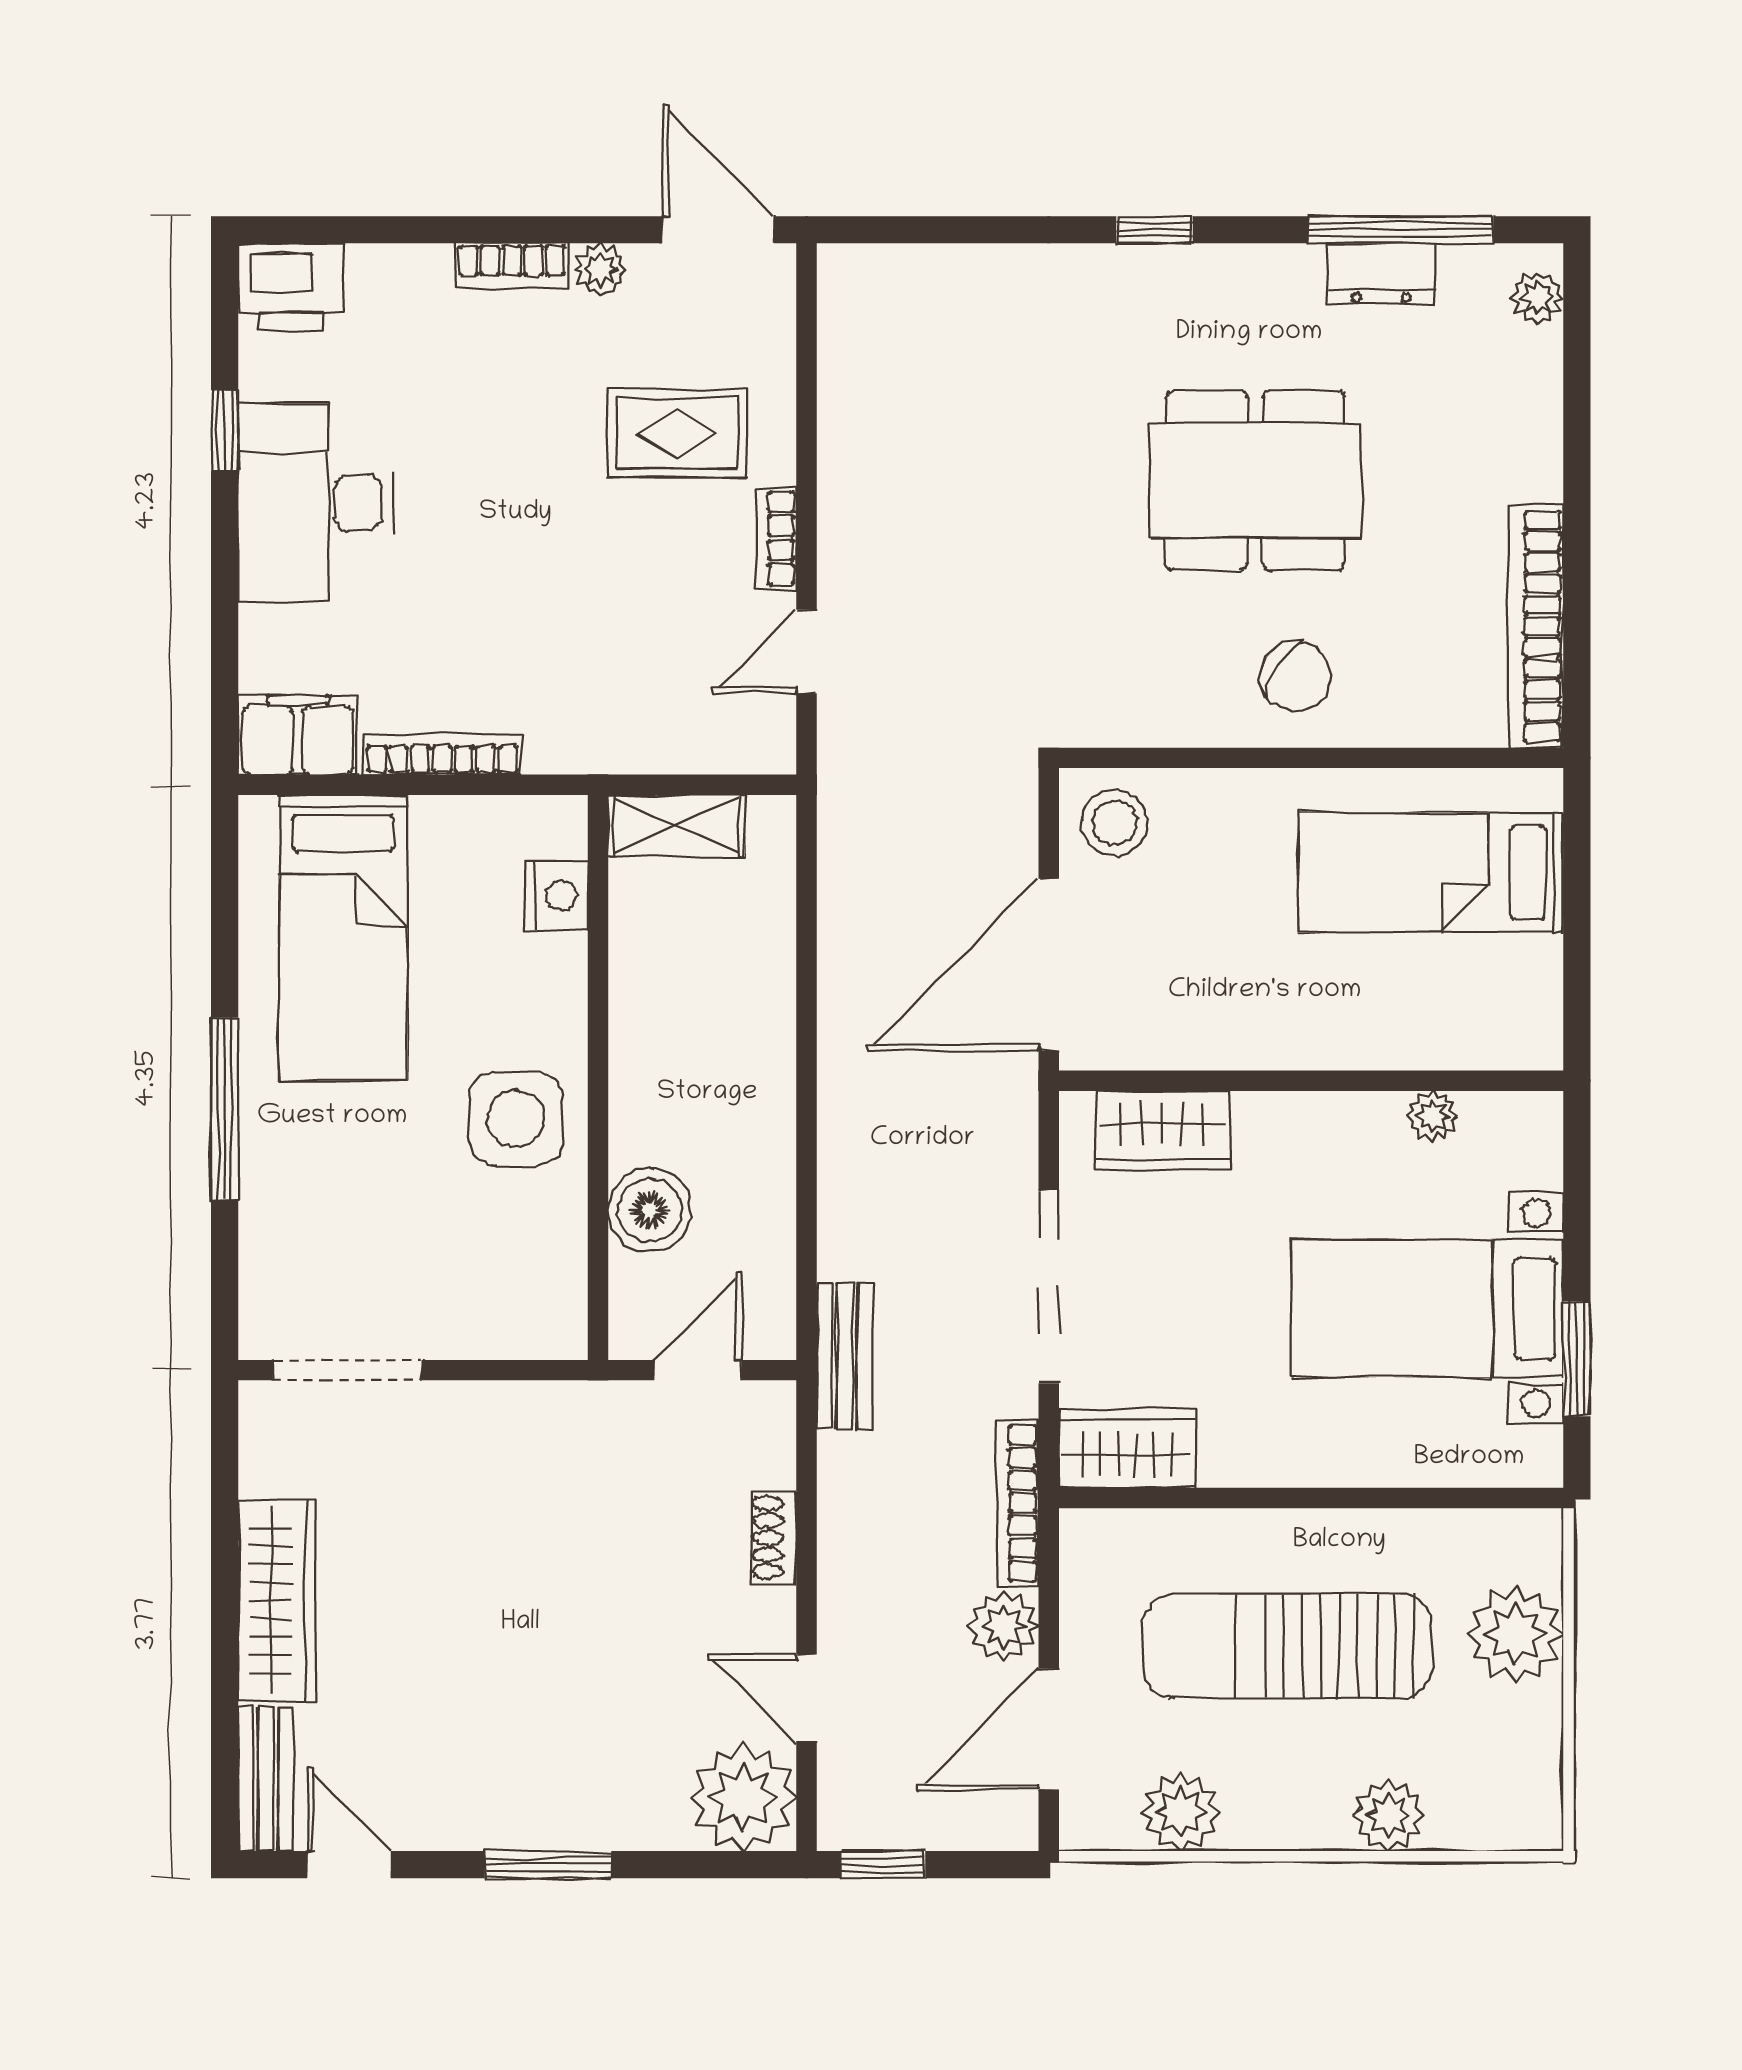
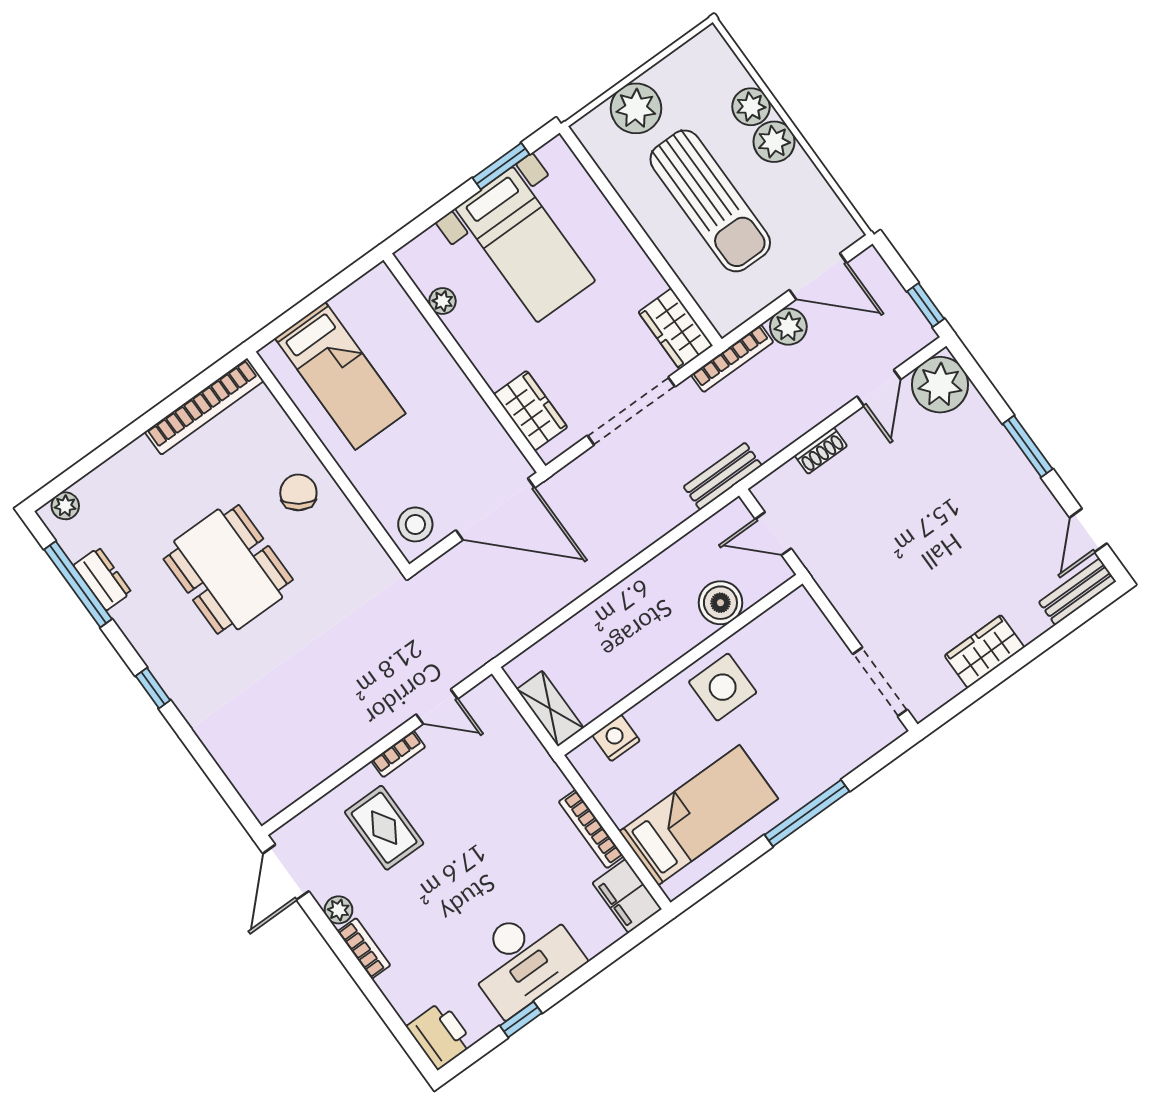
wardrobe: (277, 1601) -> (984, 651), width x0.67
plant: (1181, 1812) -> (774, 142), moved

